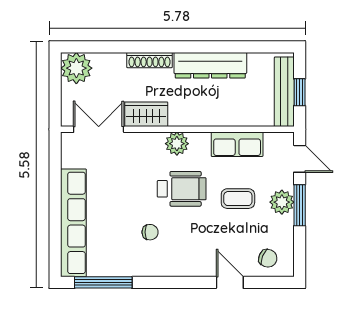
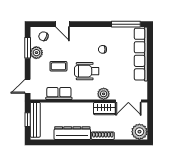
plant: (177, 144) -> (104, 94), moved
door: (300, 159) -> (28, 86), hinge flipped
plant: (282, 202) -> (36, 53), moved
window: (300, 205) -> (28, 48), moved

